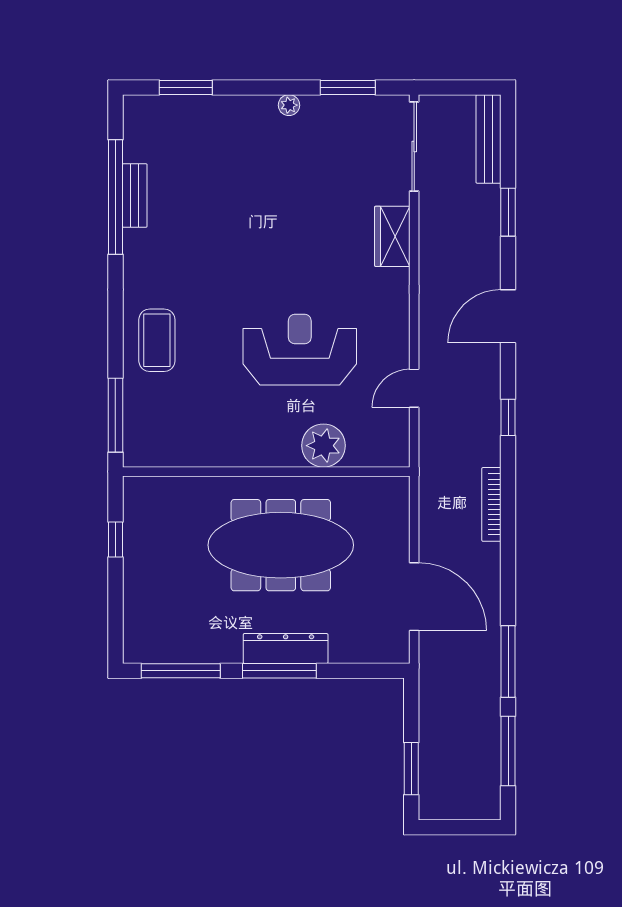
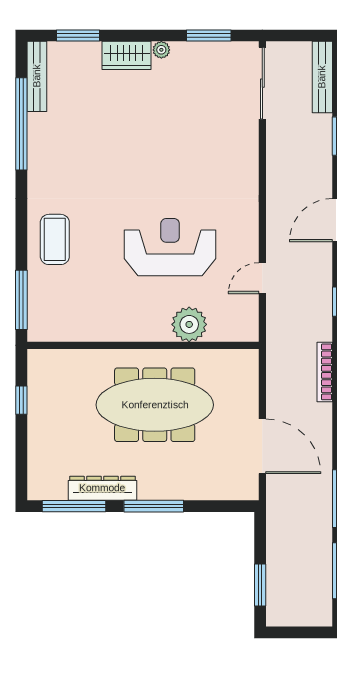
bench: (135, 195) -> (37, 76), moved, width x1.36
wardrobe: (392, 236) -> (127, 55), moved, turned -90
dresser: (286, 649) -> (102, 488), moved

